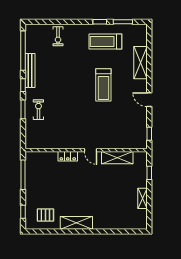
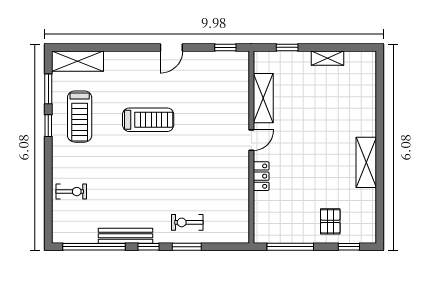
shelving: (140, 63) -> (78, 61), moved
pallet: (45, 215) -> (330, 221), moved

